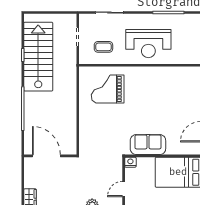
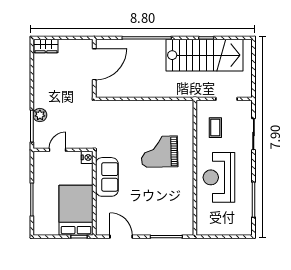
grand piano: (108, 89) -> (159, 152), moved, turned -91
door: (124, 189) -> (57, 150), hinge flipped

